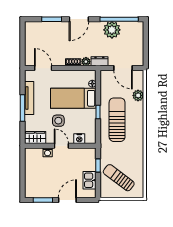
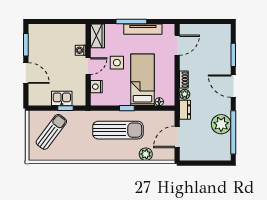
kitchen sink: (89, 180) -> (62, 98), moved

